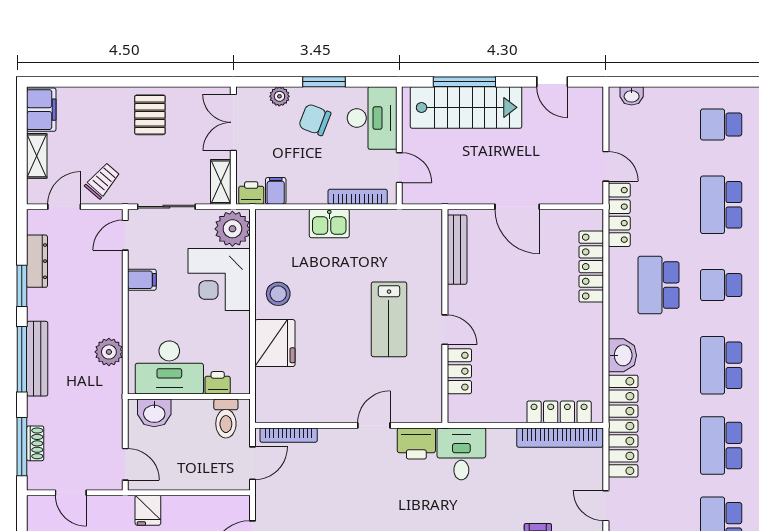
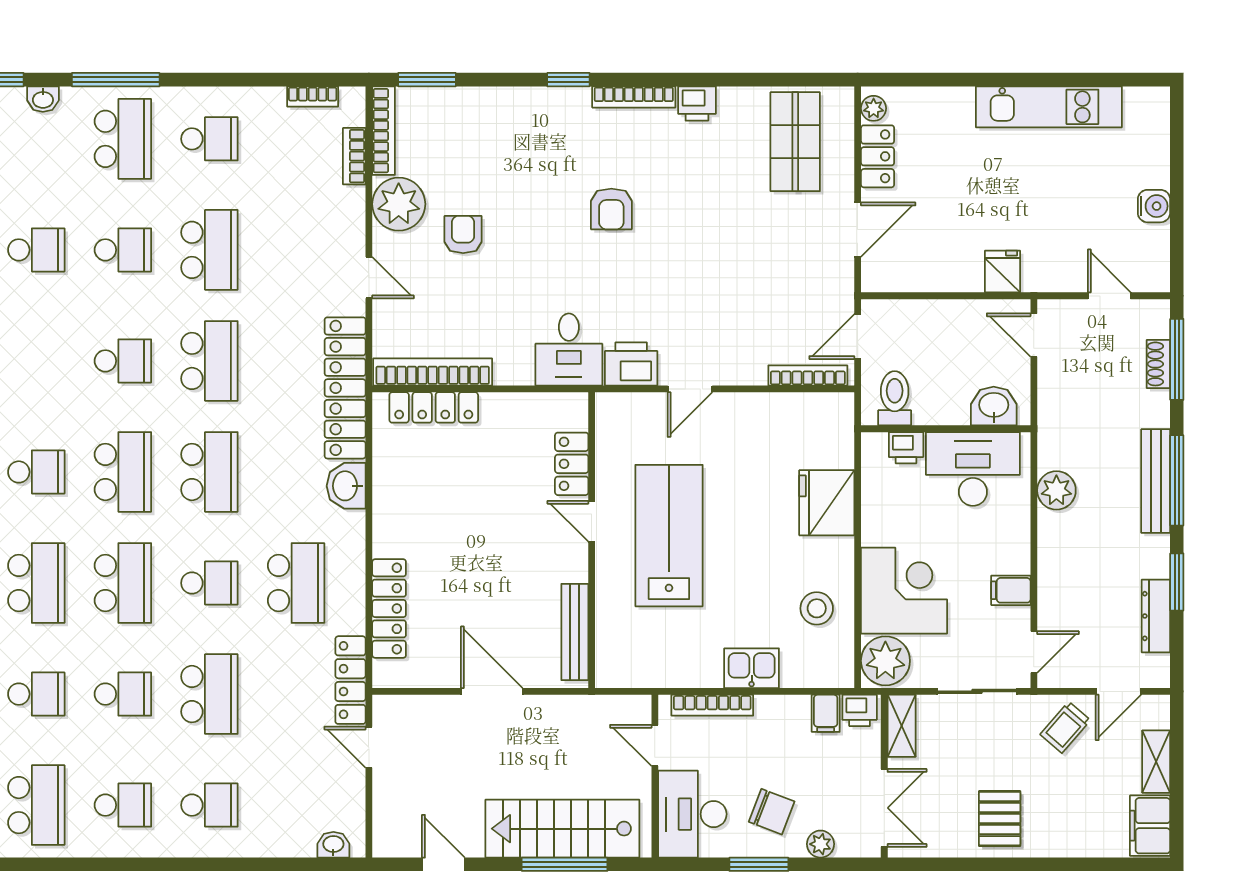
stool: (278, 294) -> (817, 608), moved
lab bench: (389, 319) -> (669, 536), width x1.36, depth x1.39

